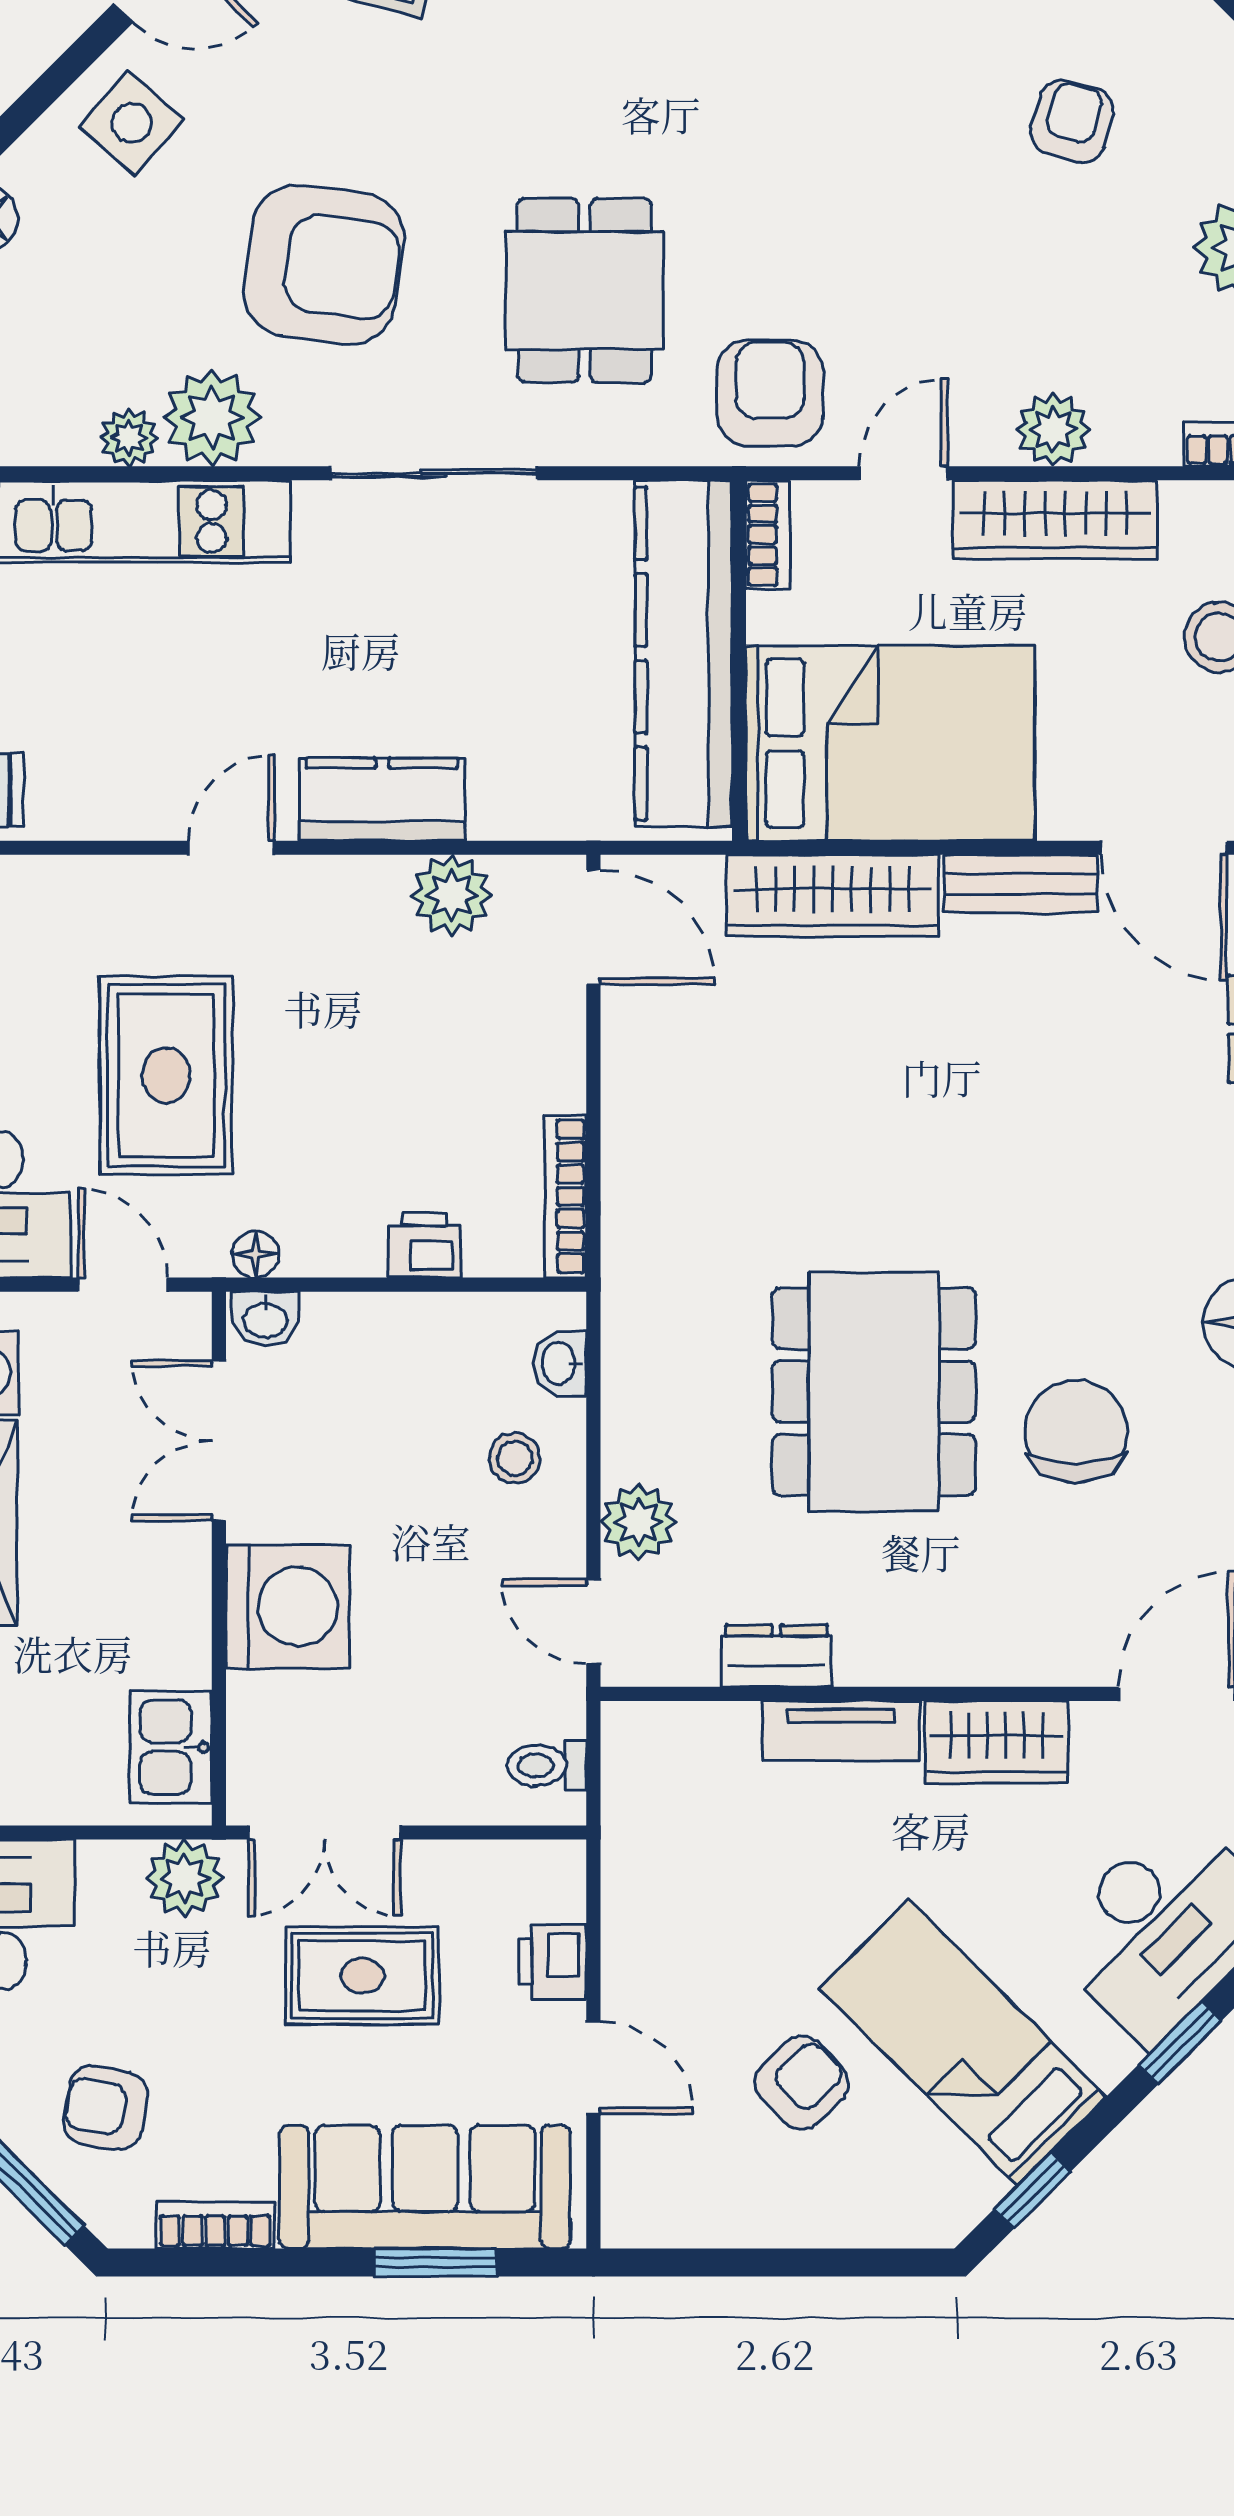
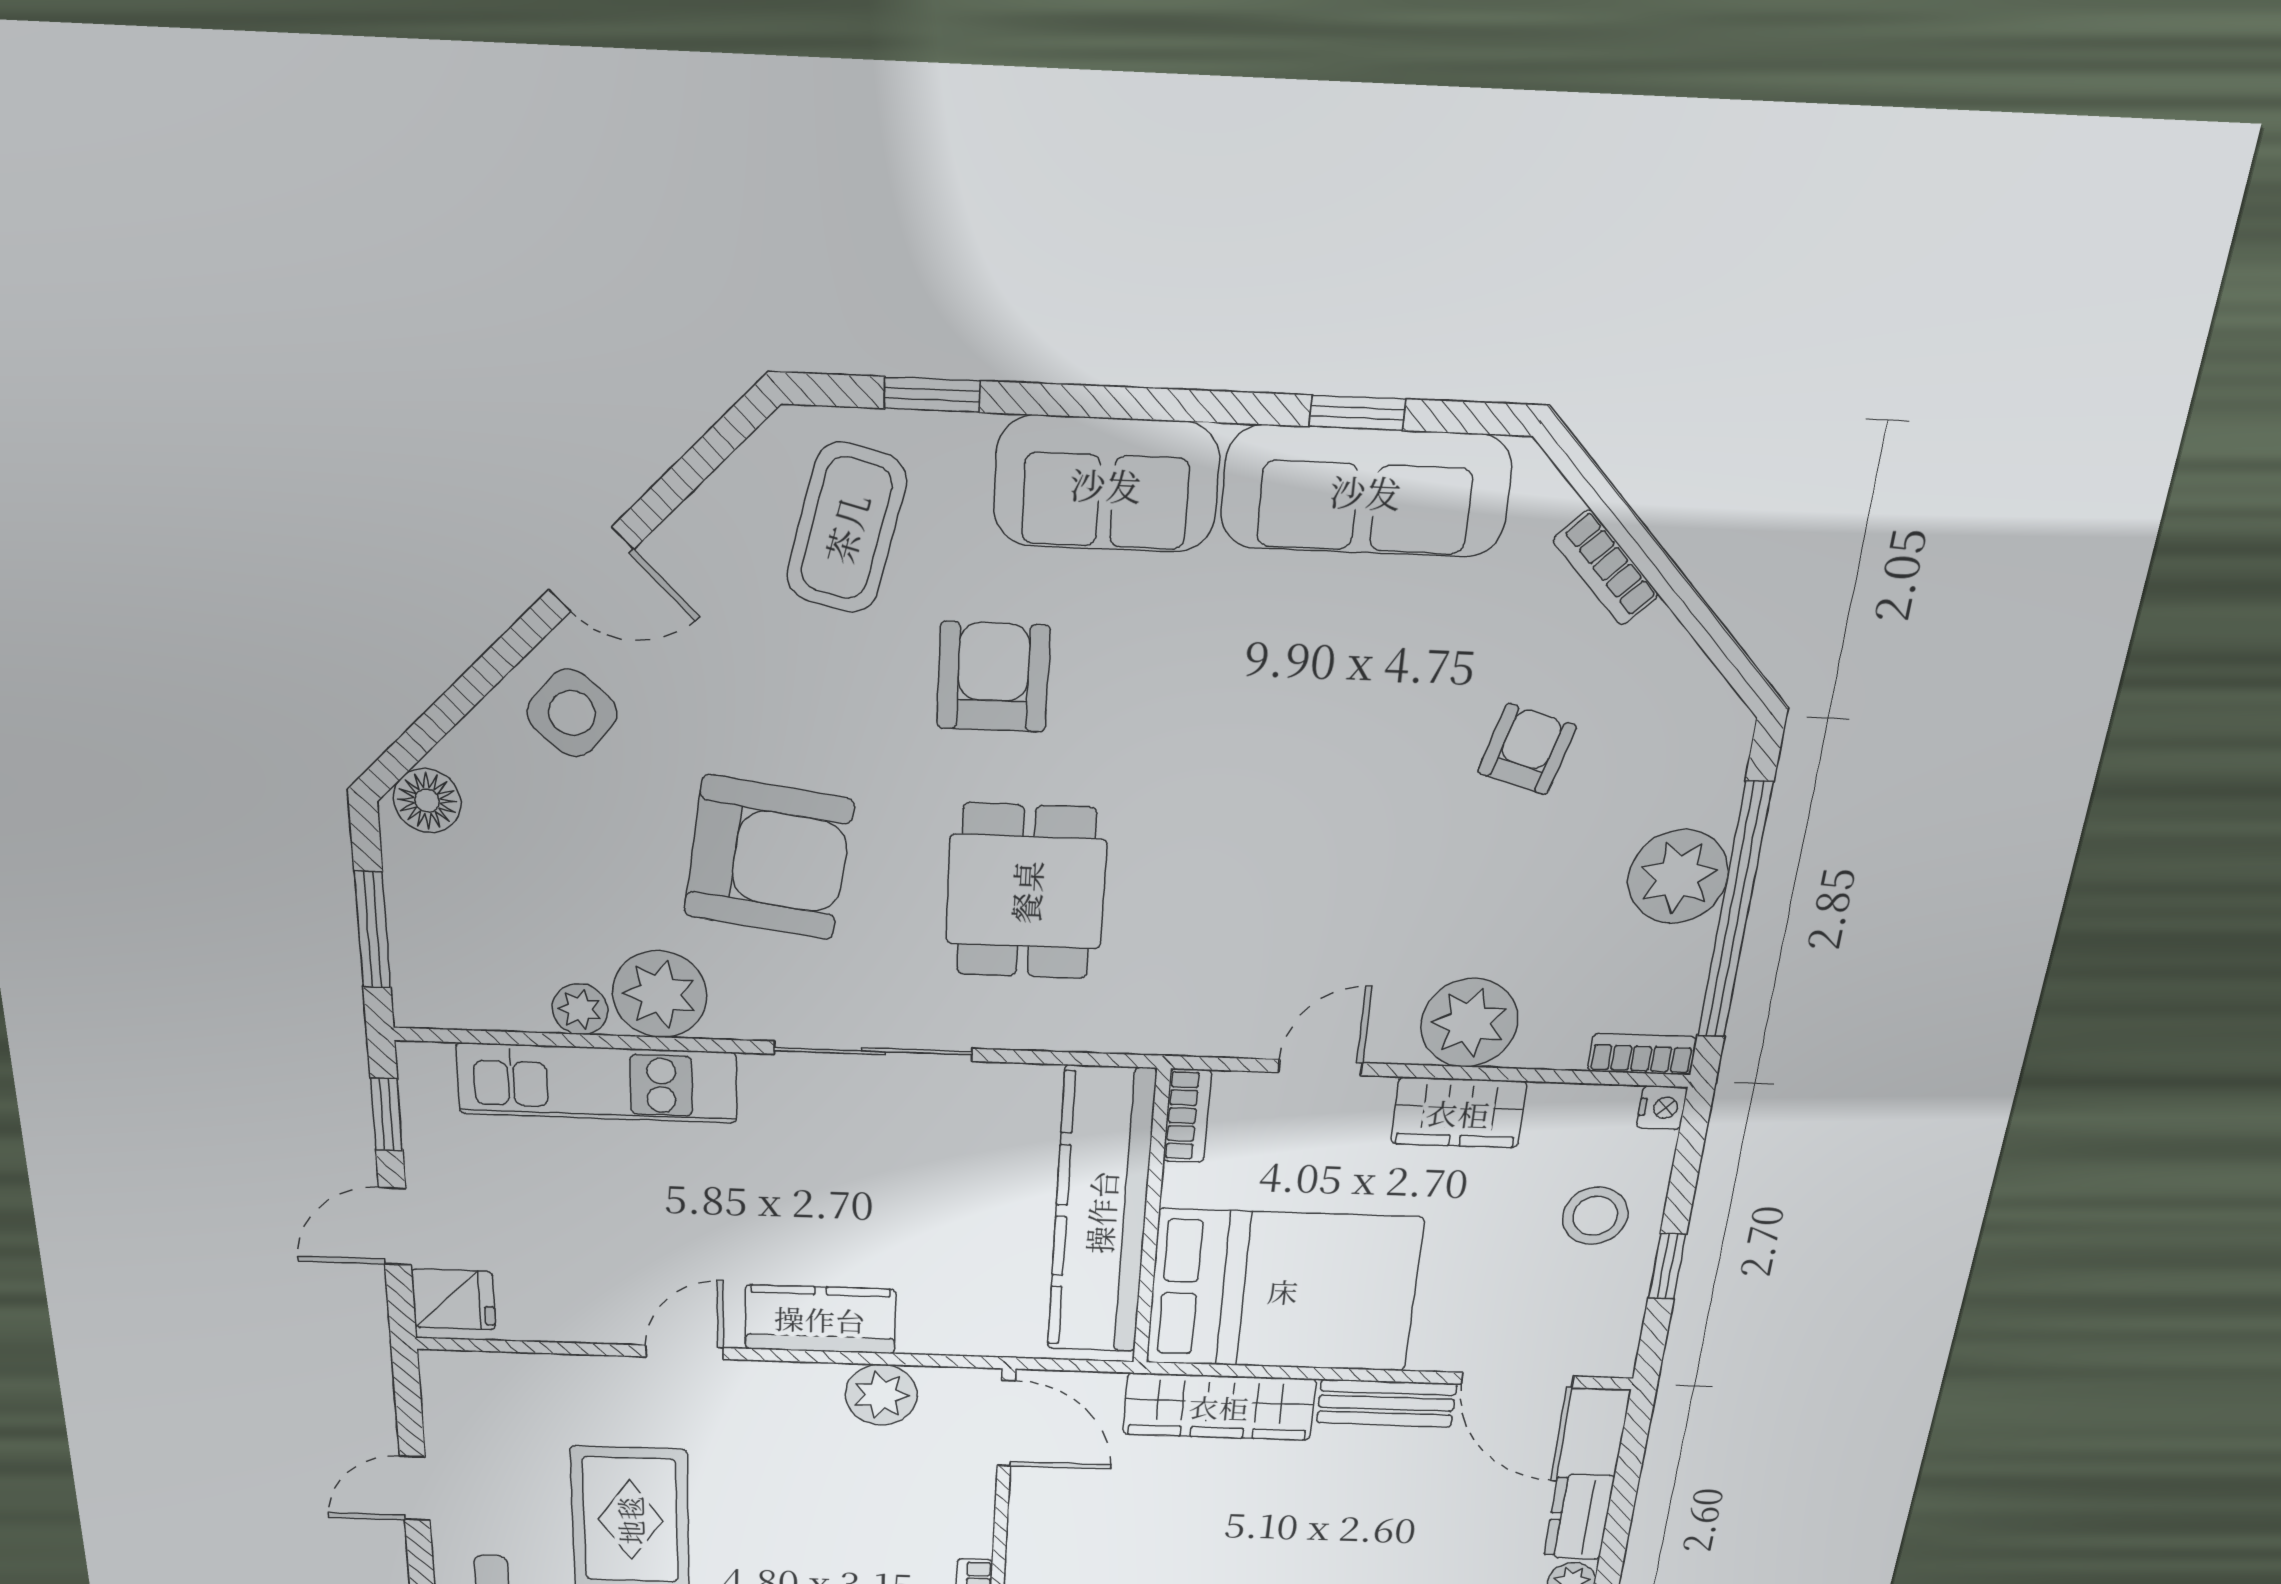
armchair: (770, 393) -> (993, 677), moved
plant: (1053, 430) -> (1469, 1023), width x1.36, depth x1.36
wardrobe: (1055, 520) -> (1458, 1113), width x0.67

